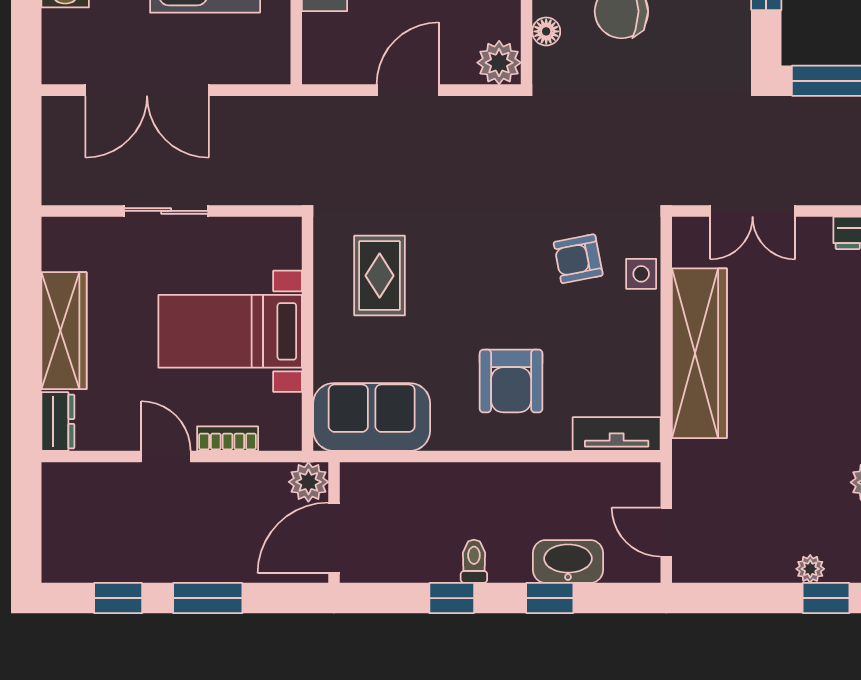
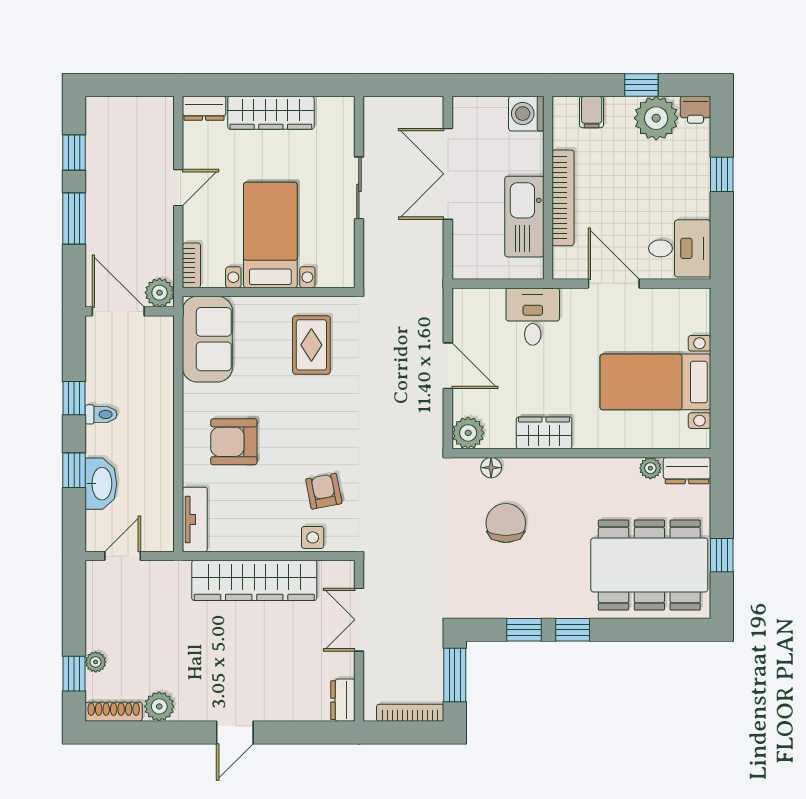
rug: (380, 276) -> (311, 345), turned 90
bookcase: (228, 439) -> (191, 265), moved

